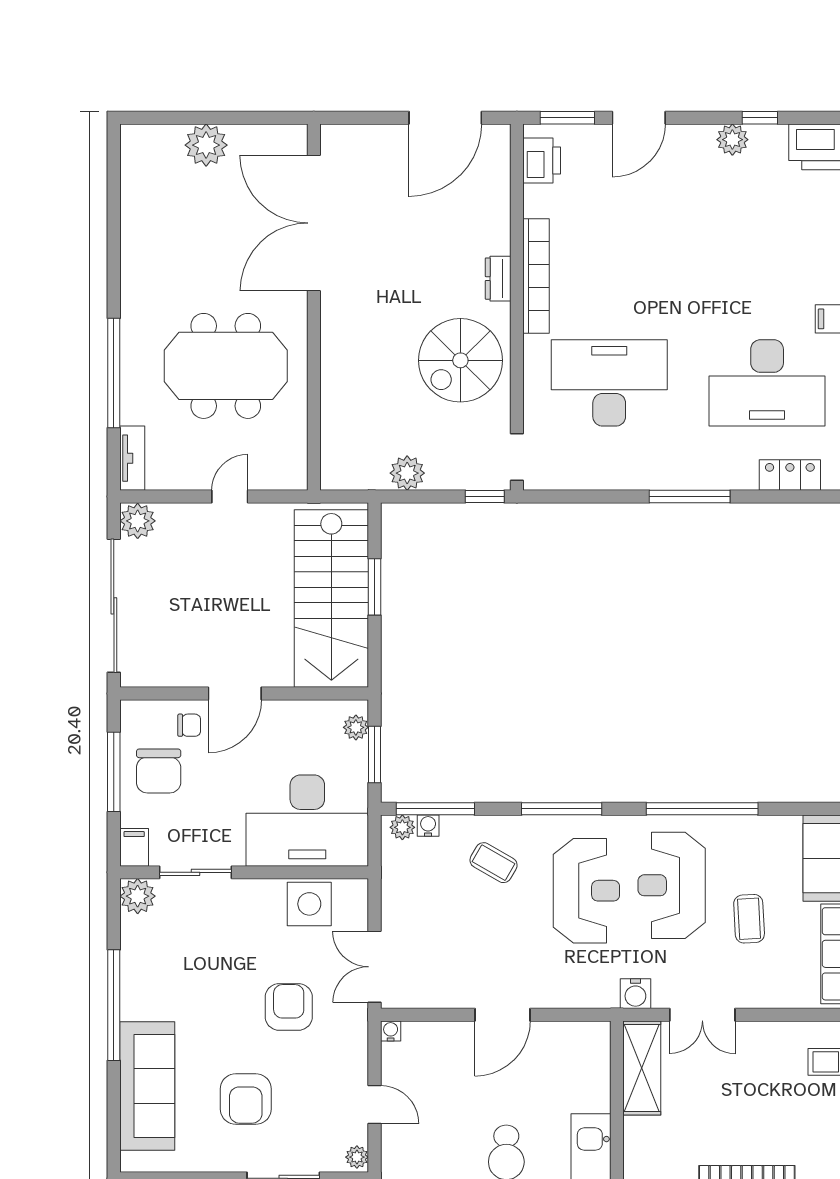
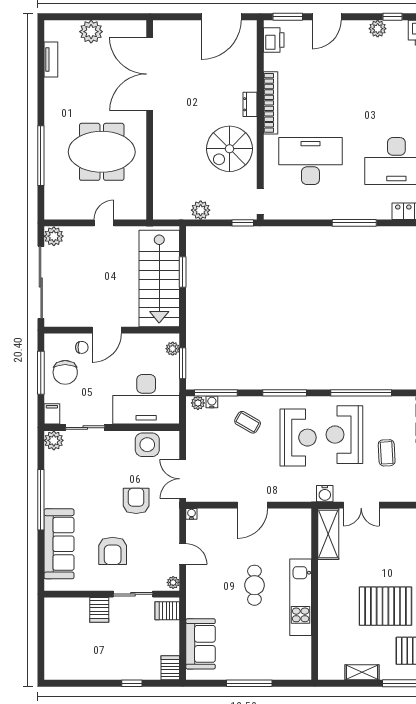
tv unit: (132, 458) -> (51, 60), moved

